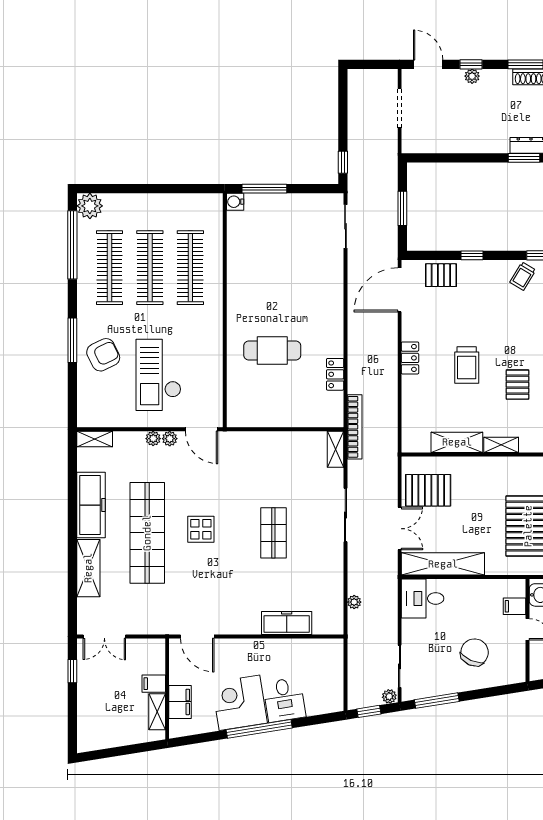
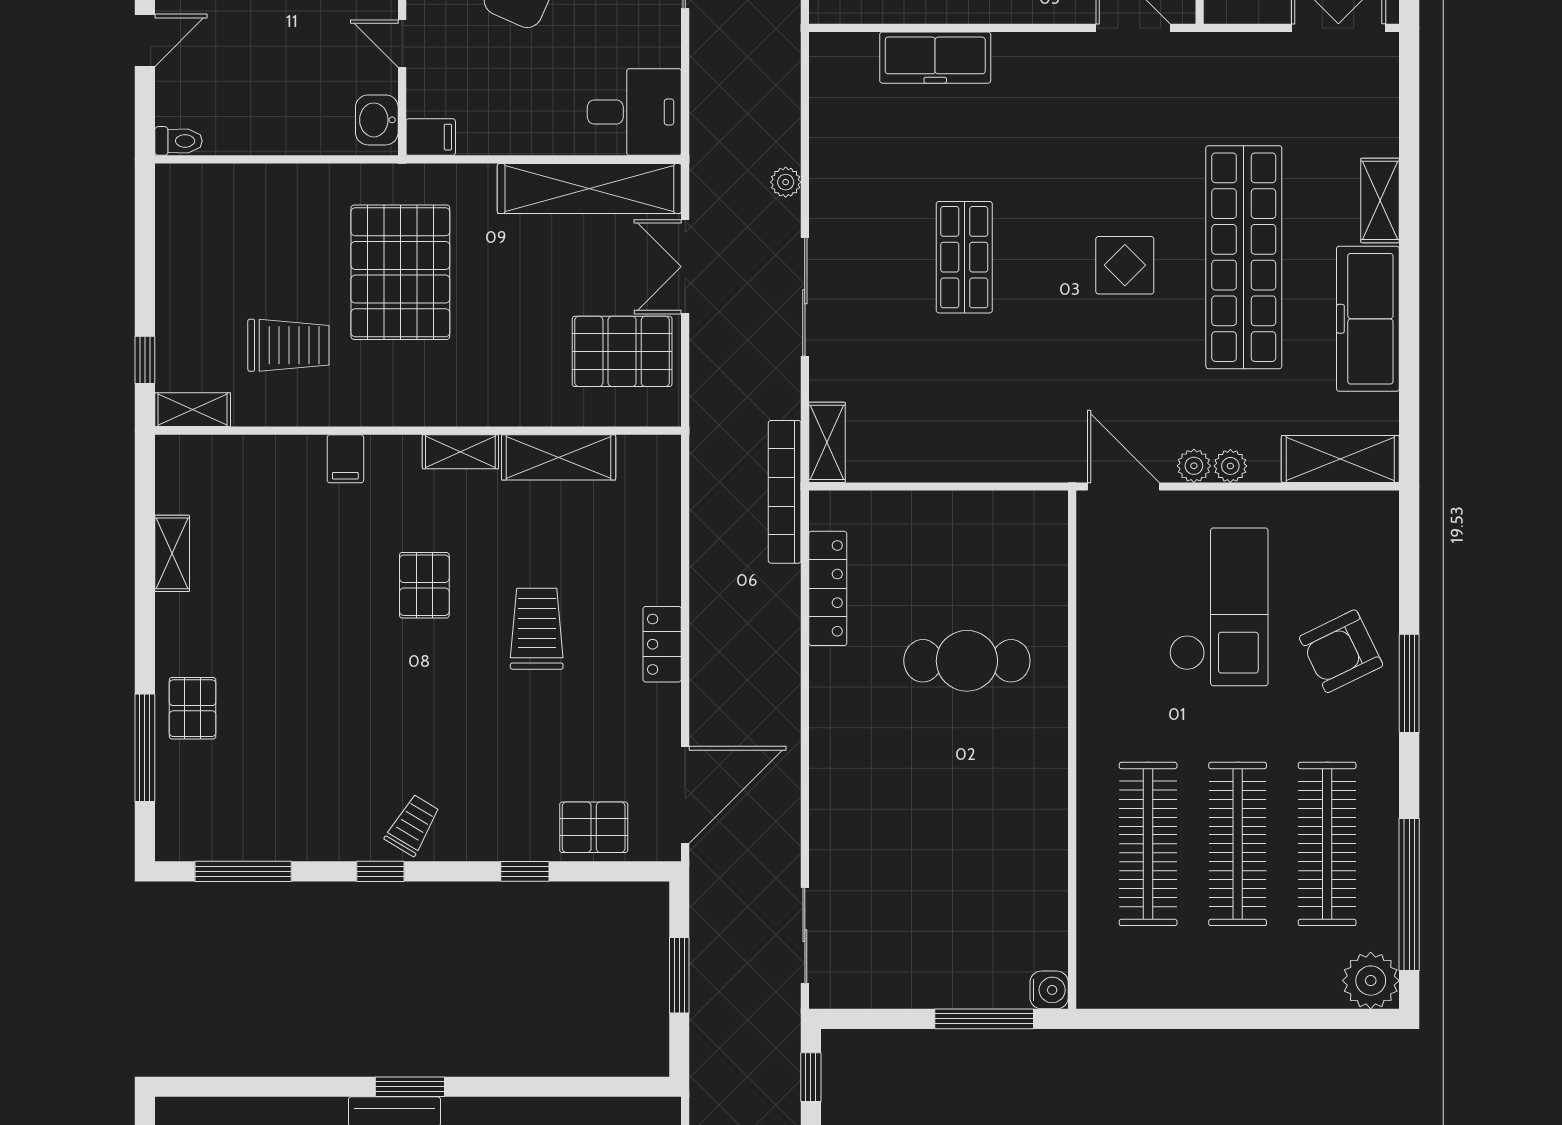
locker: (335, 374) -> (828, 588), width x1.53
shelving: (95, 439) -> (1340, 459), width x1.50, depth x1.33
shelving: (88, 568) -> (1380, 200), width x0.67, depth x0.75
plant: (354, 602) -> (786, 182), moved
filing cabinet: (515, 606) -> (431, 137), moved

